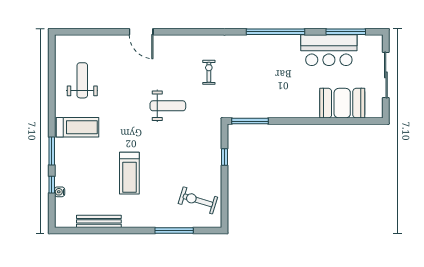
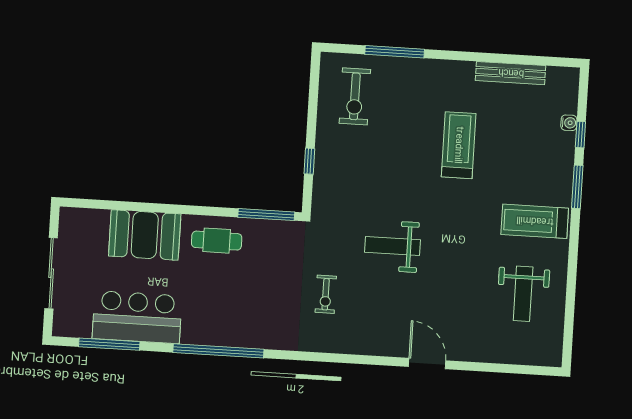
cafe table: (281, 102) -> (217, 241), added
booth: (342, 103) -> (145, 235), moved
exercise bike: (198, 200) -> (355, 96), turned 73

